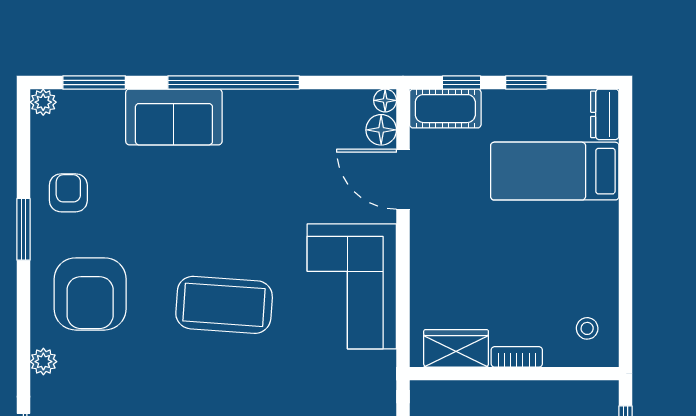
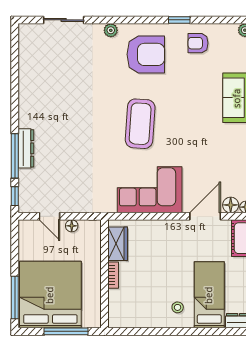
armchair: (68, 193) -> (198, 43), turned 180
window: (23, 229) -> (179, 20), width x0.67
armchair: (90, 294) -> (146, 54), turned 180
stool: (587, 328) -> (178, 307), moved

